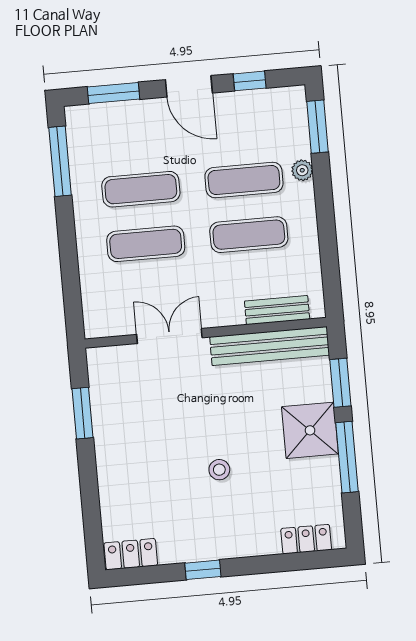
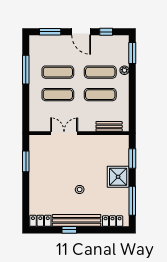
window: (60, 161) -> (26, 70), moved
bench: (270, 346) -> (77, 220), moved
window: (347, 457) -> (132, 201), moved

